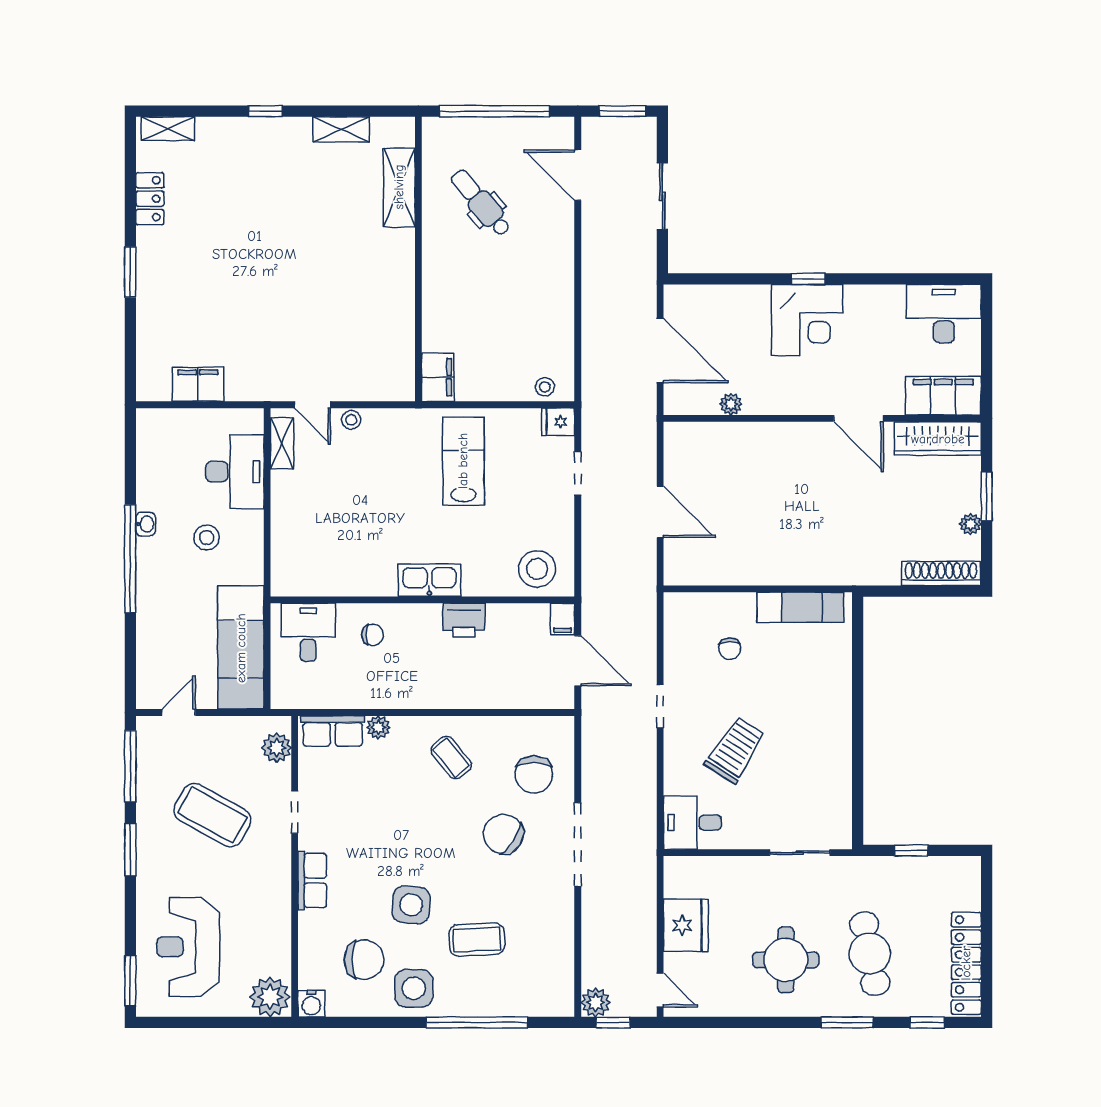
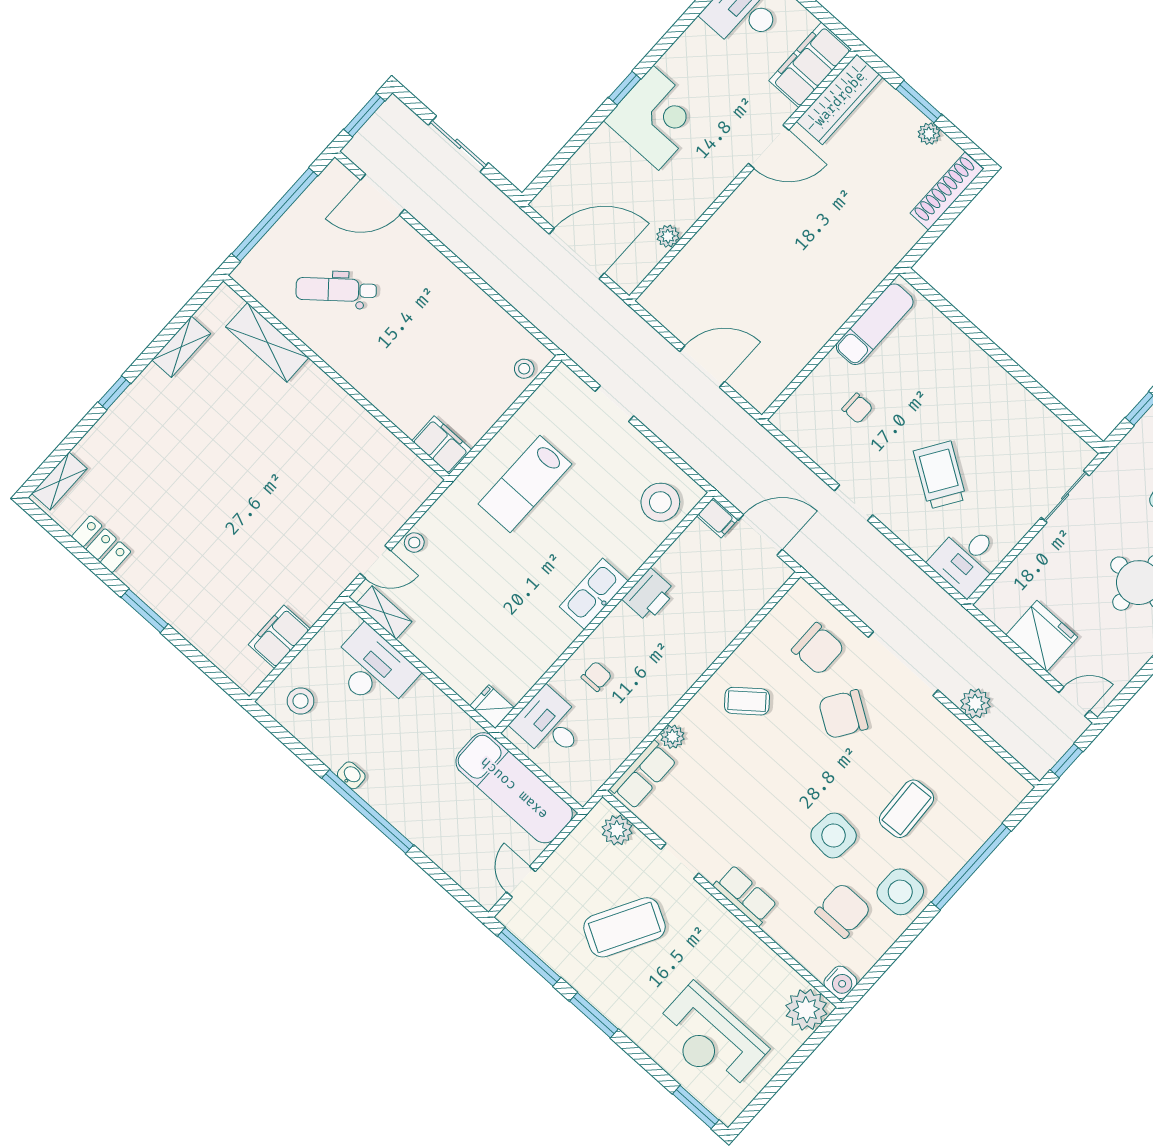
fridge: (558, 422) -> (492, 707), moved, turned 90
lab bench: (463, 461) -> (525, 484), turned -90
stool: (207, 538) -> (301, 701), moved
plant: (596, 1002) -> (975, 703), moved

